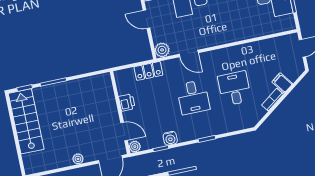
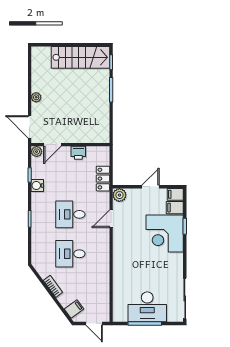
filing cabinet: (282, 83) -> (74, 309), moved
desk: (234, 88) -> (70, 254), turned 180

